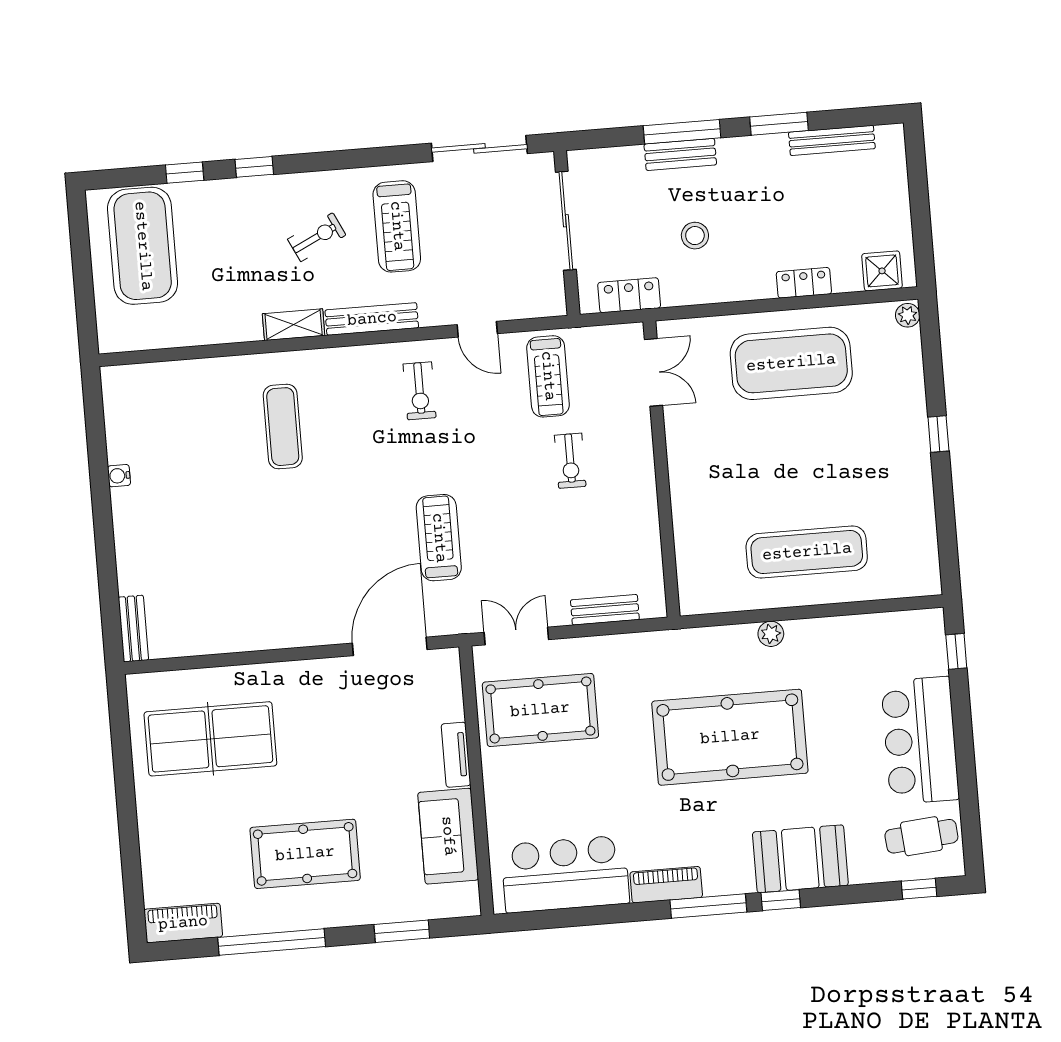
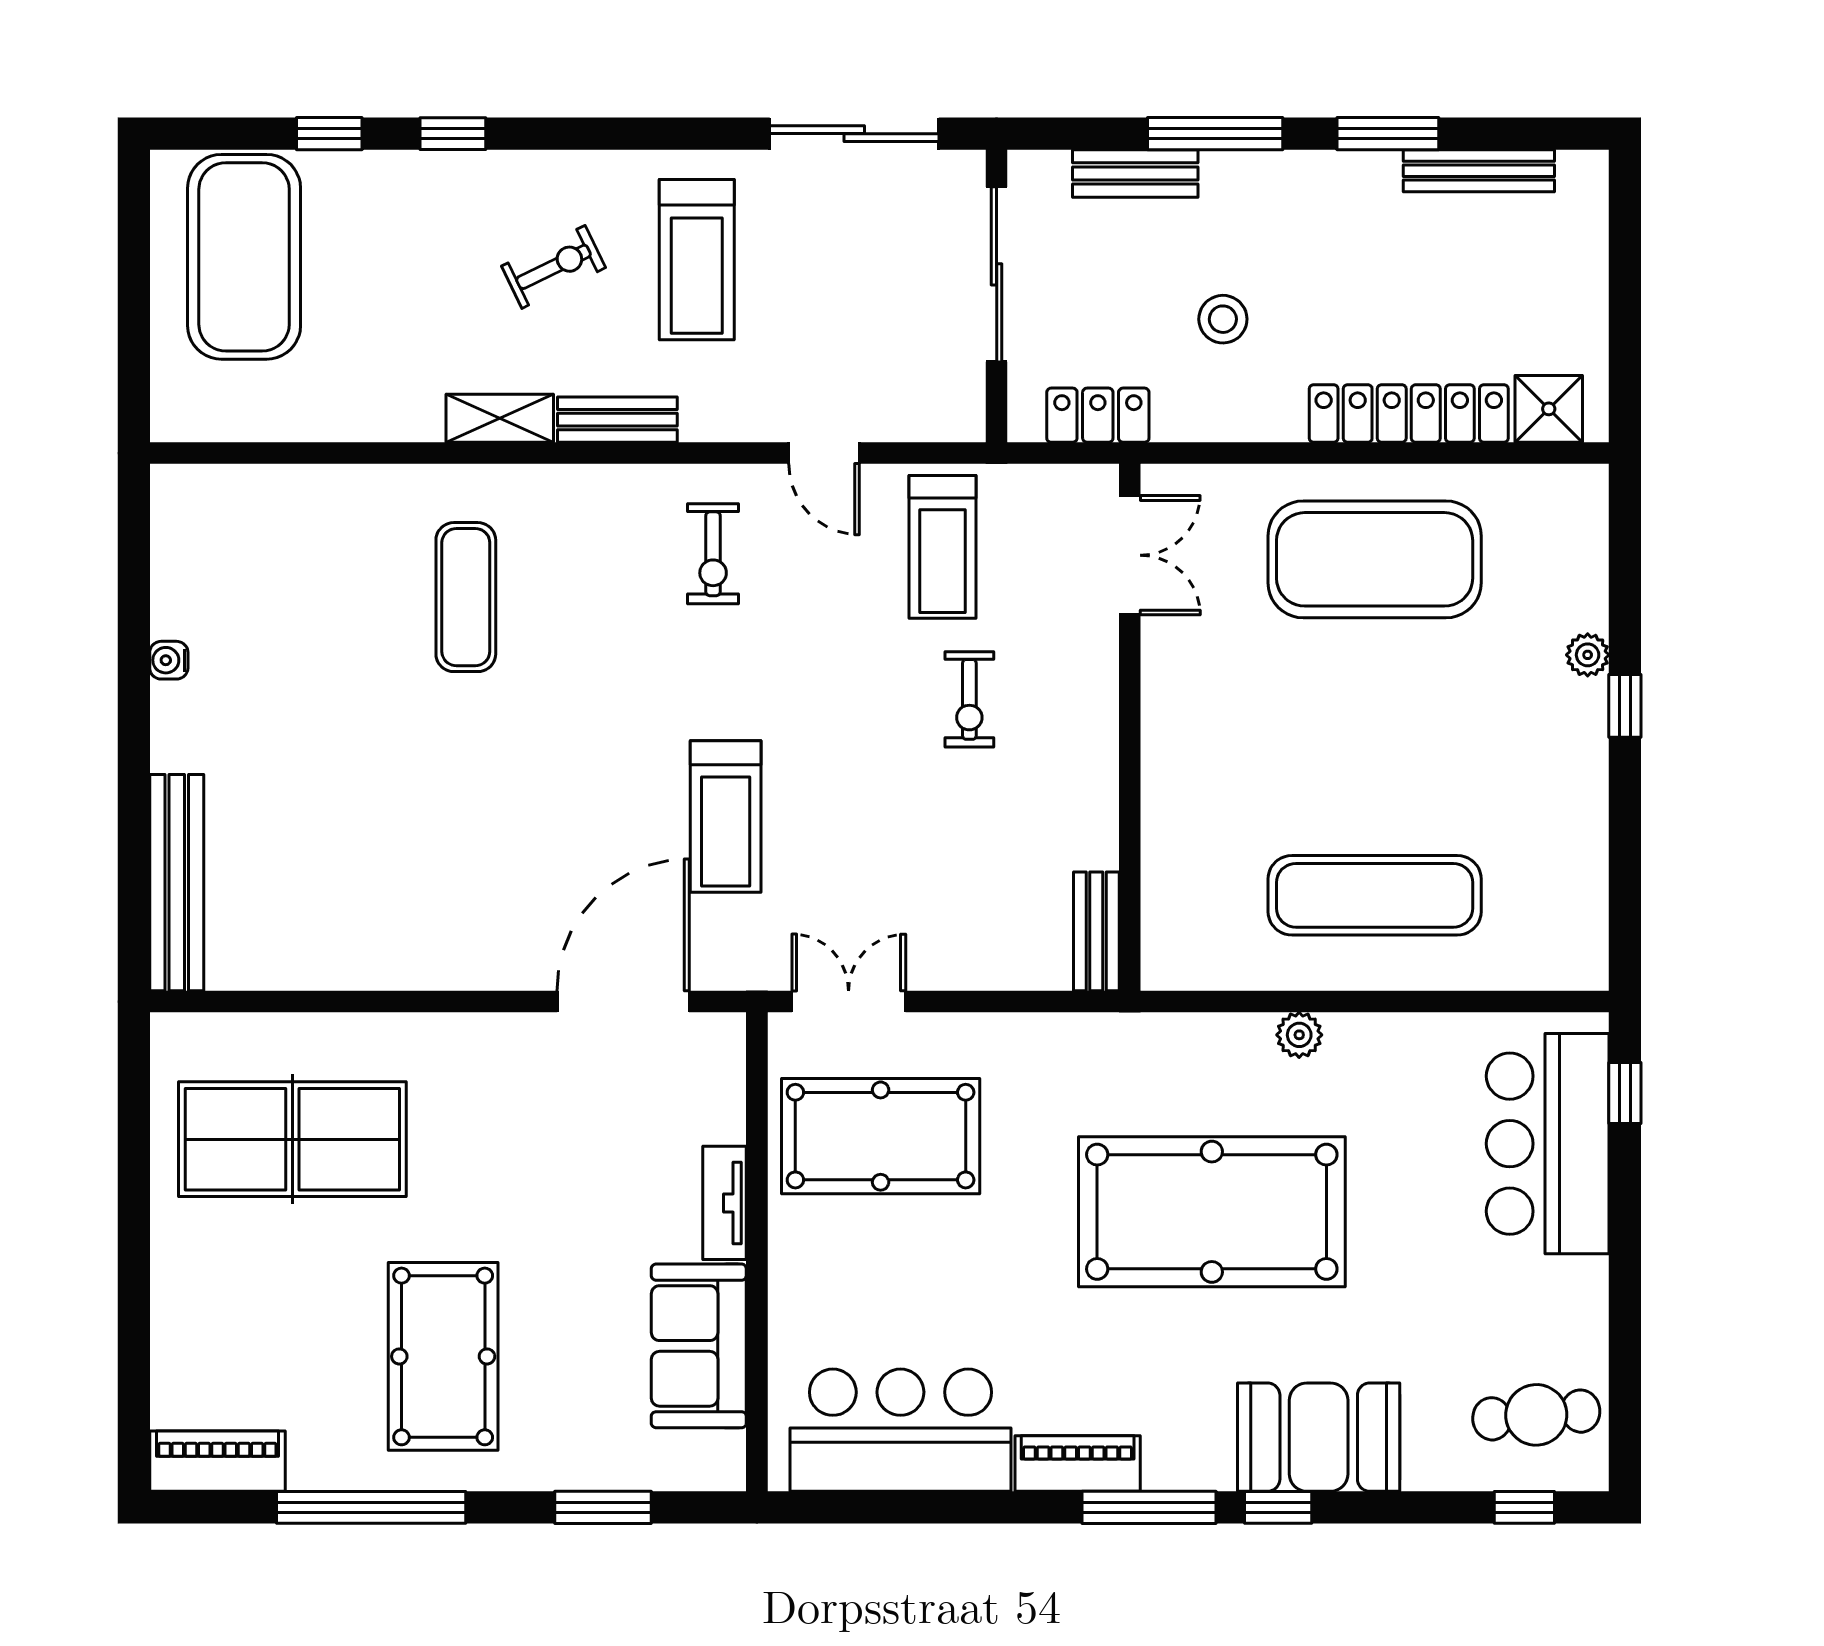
bench: (680, 154) -> (1135, 173), moved
locker: (804, 283) -> (1409, 414), width x2.16, depth x1.21
plant: (908, 315) -> (1588, 655), moved
bench: (372, 319) -> (617, 420), width x0.73
treadmill: (439, 538) -> (726, 816), turned 180
bench: (605, 610) -> (1096, 931), moved, turned 90
bench: (133, 629) -> (177, 883), width x1.86, depth x1.21
bar counter: (920, 740) -> (1548, 1144), moved
pool table: (305, 854) -> (443, 1356), turned 90

